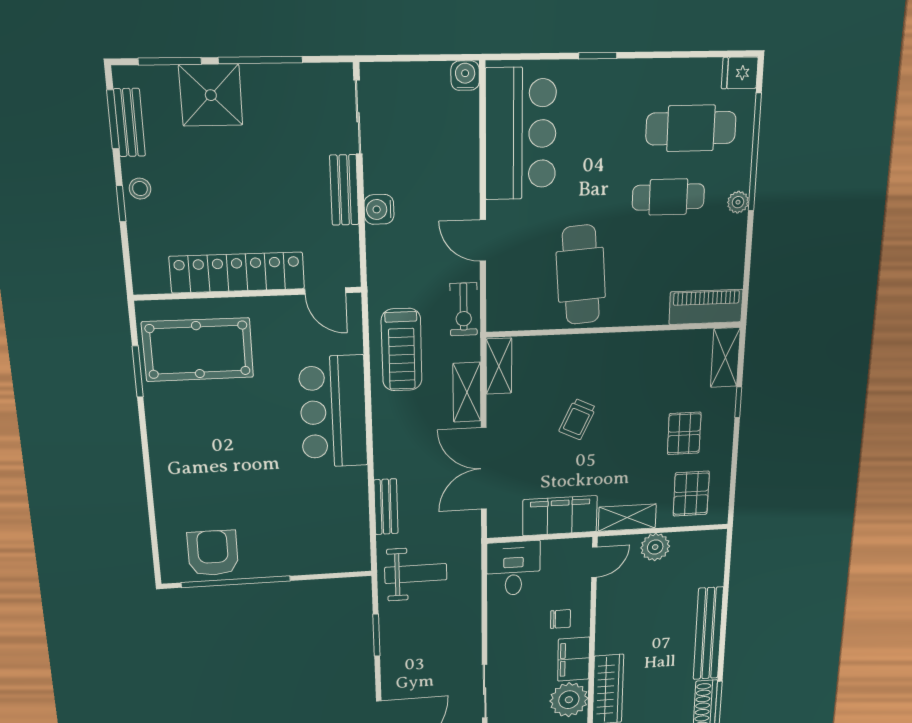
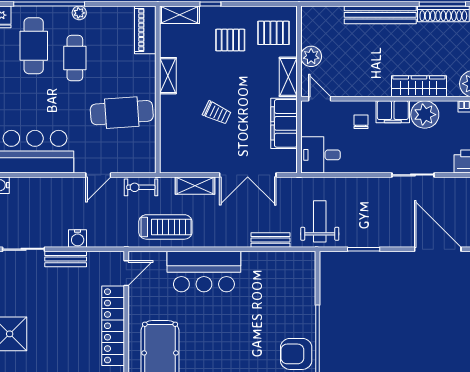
exercise bike: (464, 309) -> (141, 187), turned 180
shelving: (499, 366) -> (168, 76), moved, turned 90

